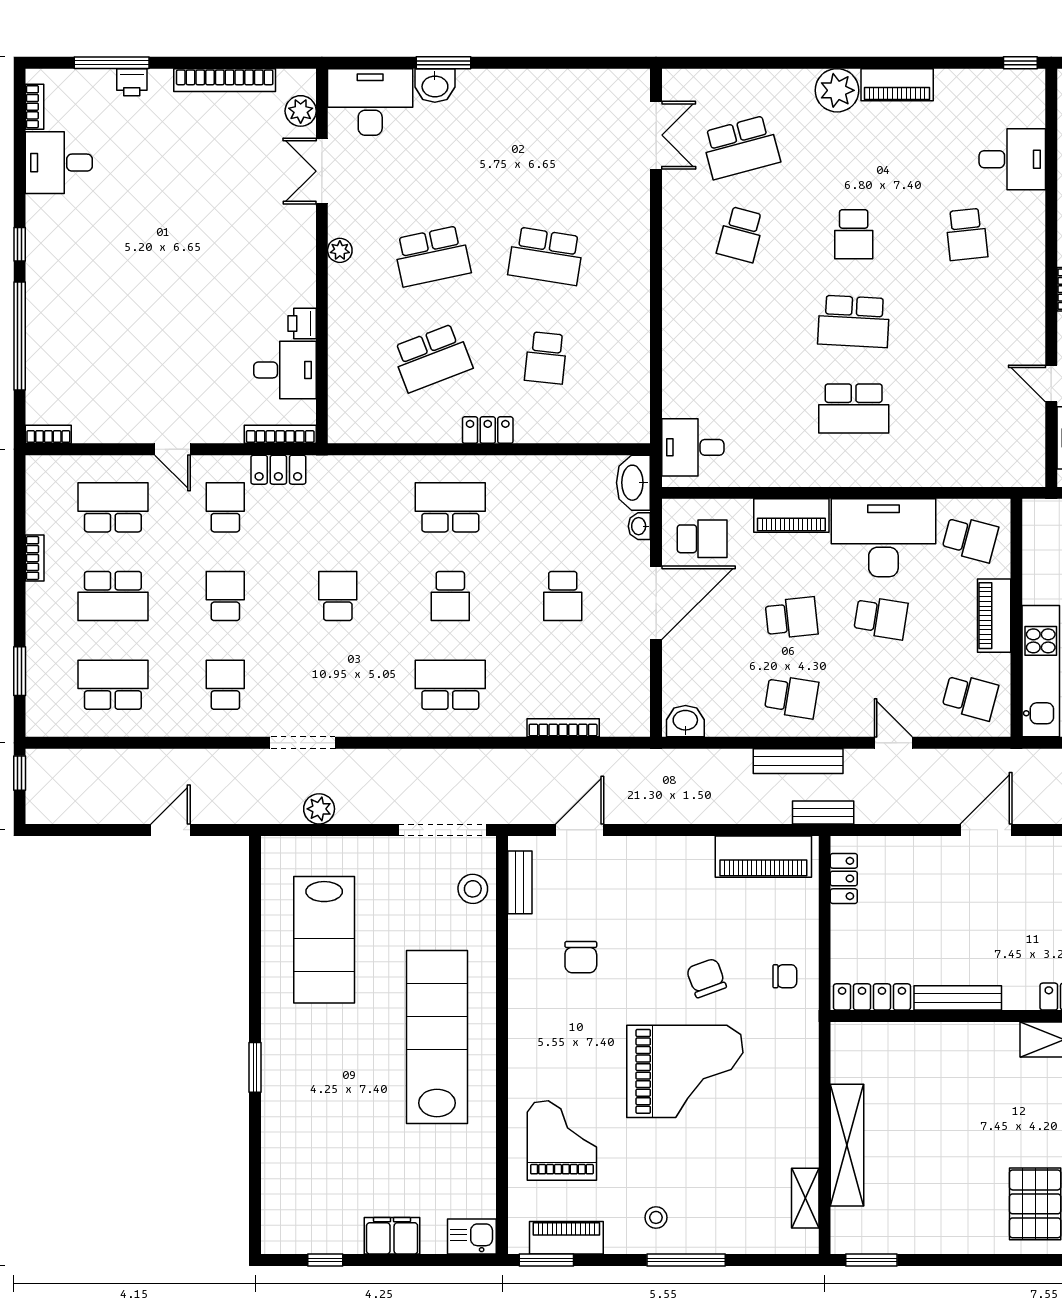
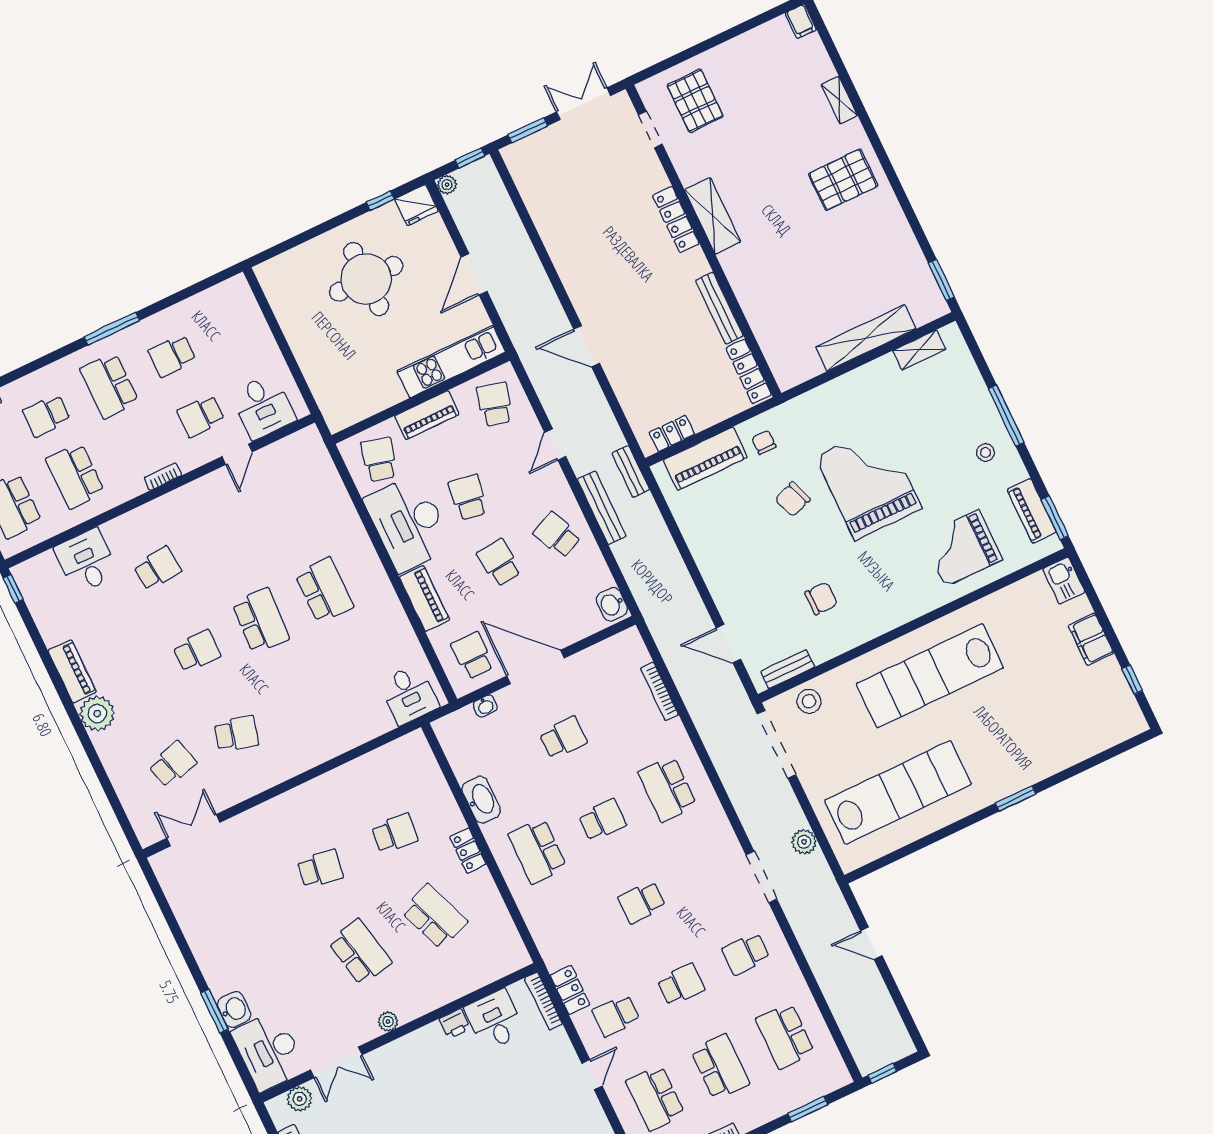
school desk: (741, 147) -> (172, 764), width x0.54
school desk: (546, 256) -> (320, 869), width x0.54
washbasin: (633, 483) -> (481, 800), moved, turned -90
school desk: (225, 596) -> (681, 985), turned 180
school desk: (792, 697) -> (557, 535), turned -33
piano: (763, 857) -> (705, 459), moved, turned 90
lab bench: (324, 940) -> (898, 792), width x1.36

